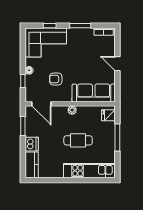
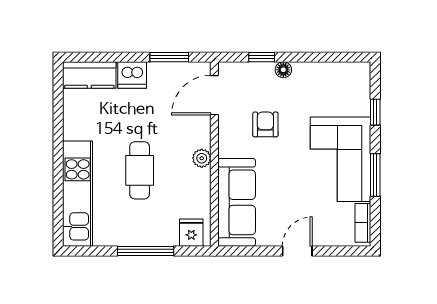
corner sofa: (46, 42) -> (341, 159), moved

